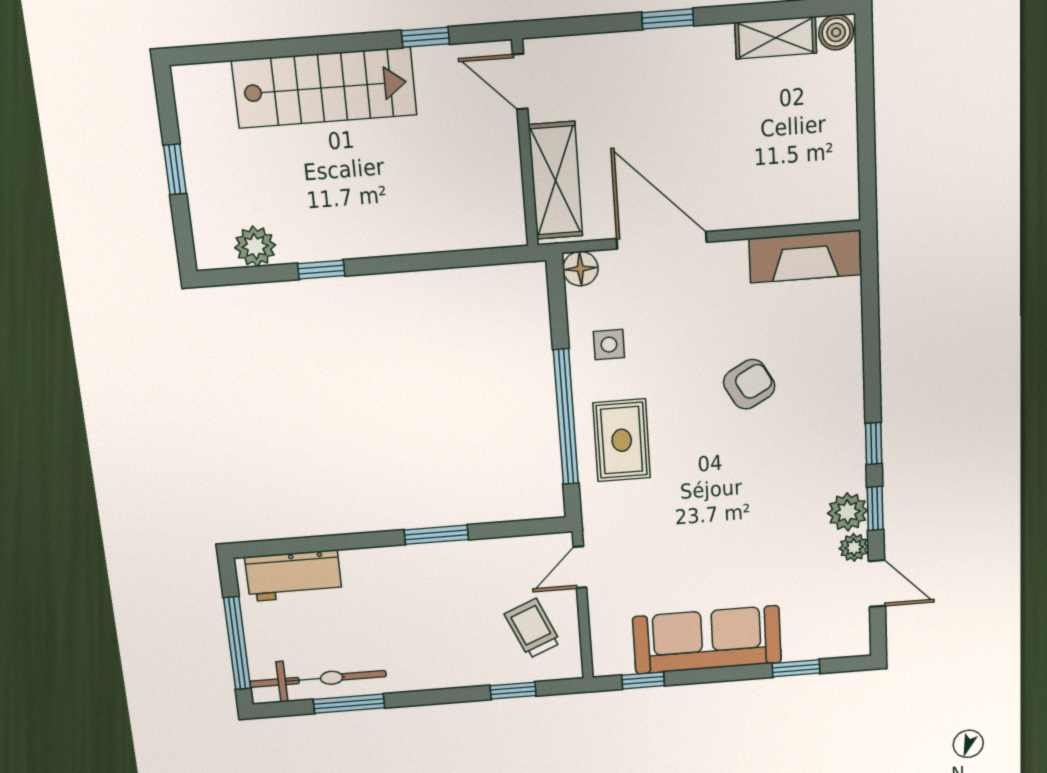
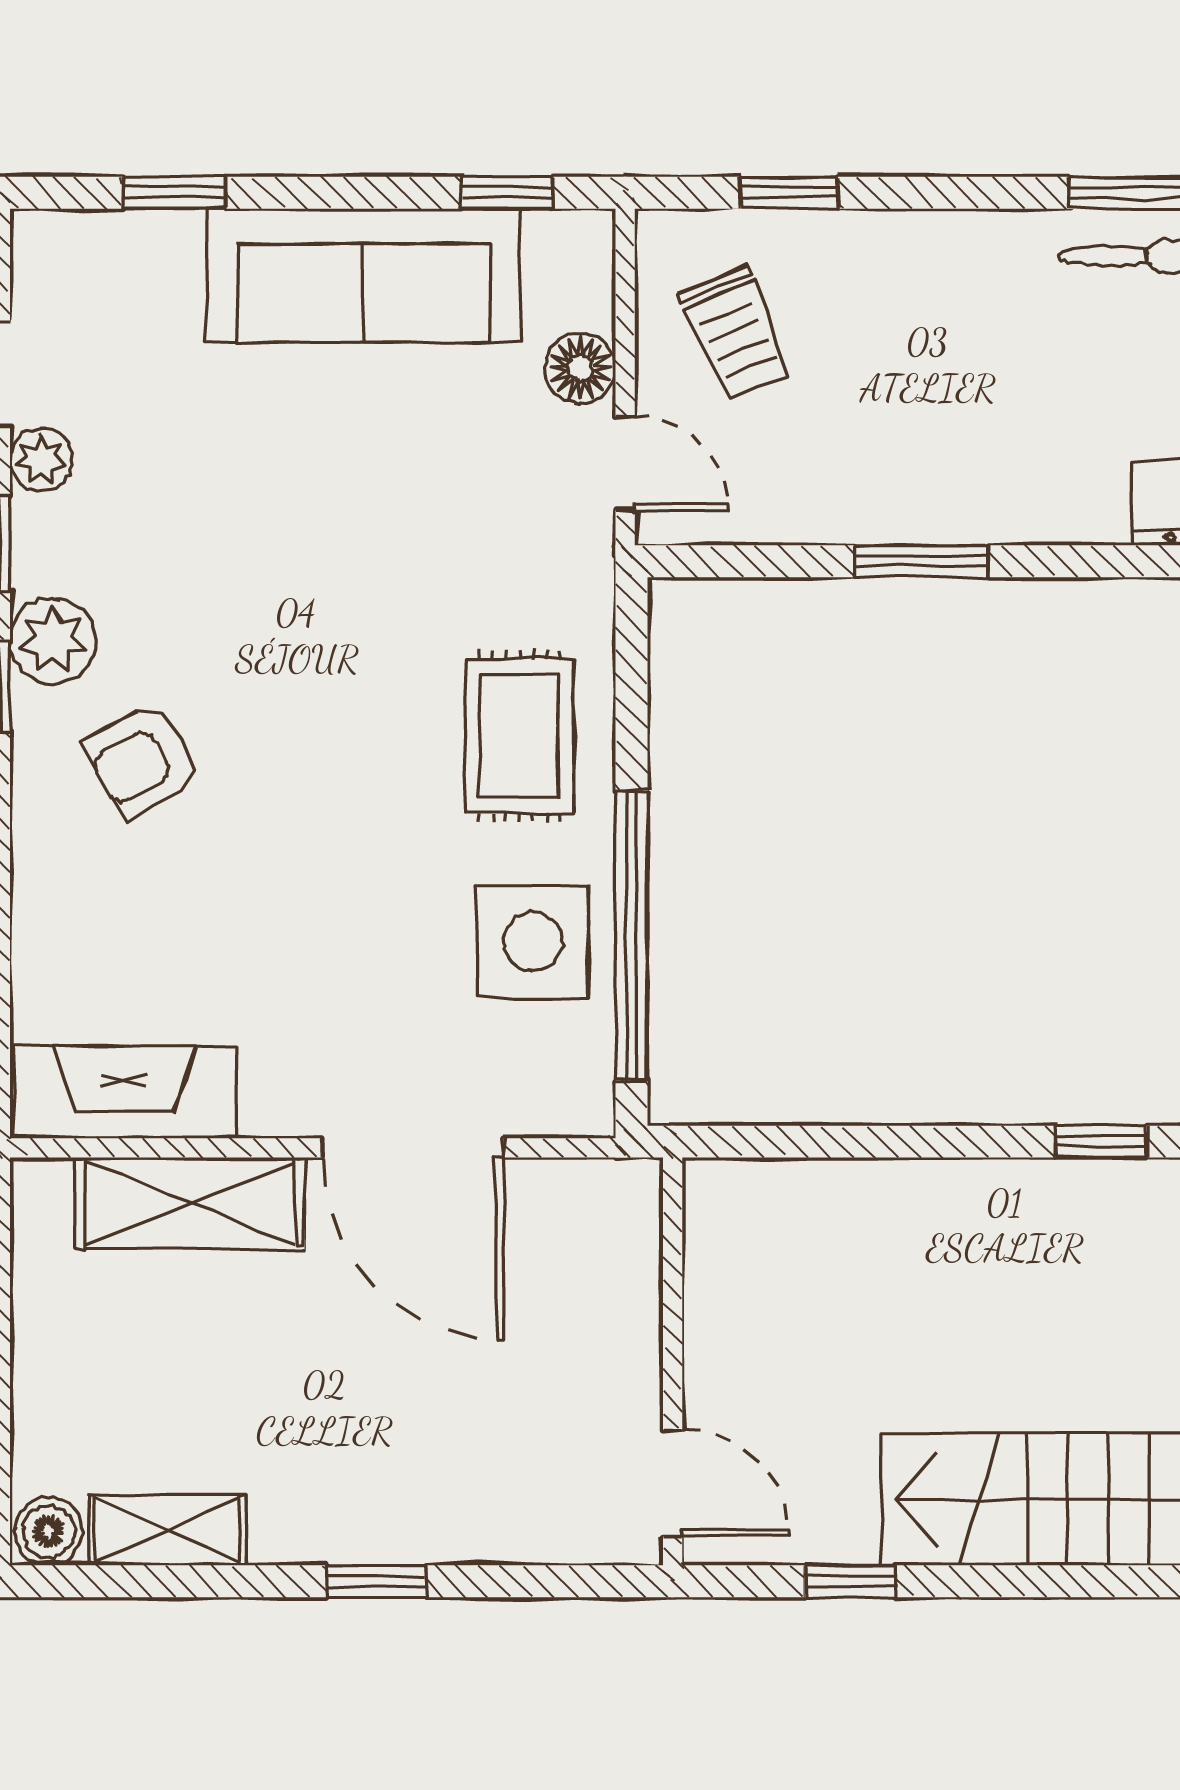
shelving: (556, 181) -> (190, 1203), moved, turned 90
floor lamp: (580, 269) -> (580, 368), moved
side table: (609, 345) -> (533, 941), width x1.87, depth x1.87
armchair: (749, 384) -> (143, 761), moved
window: (566, 417) -> (632, 935), moved
plant: (848, 512) -> (53, 641), moved
door: (580, 567) -> (625, 464), hinge flipped

